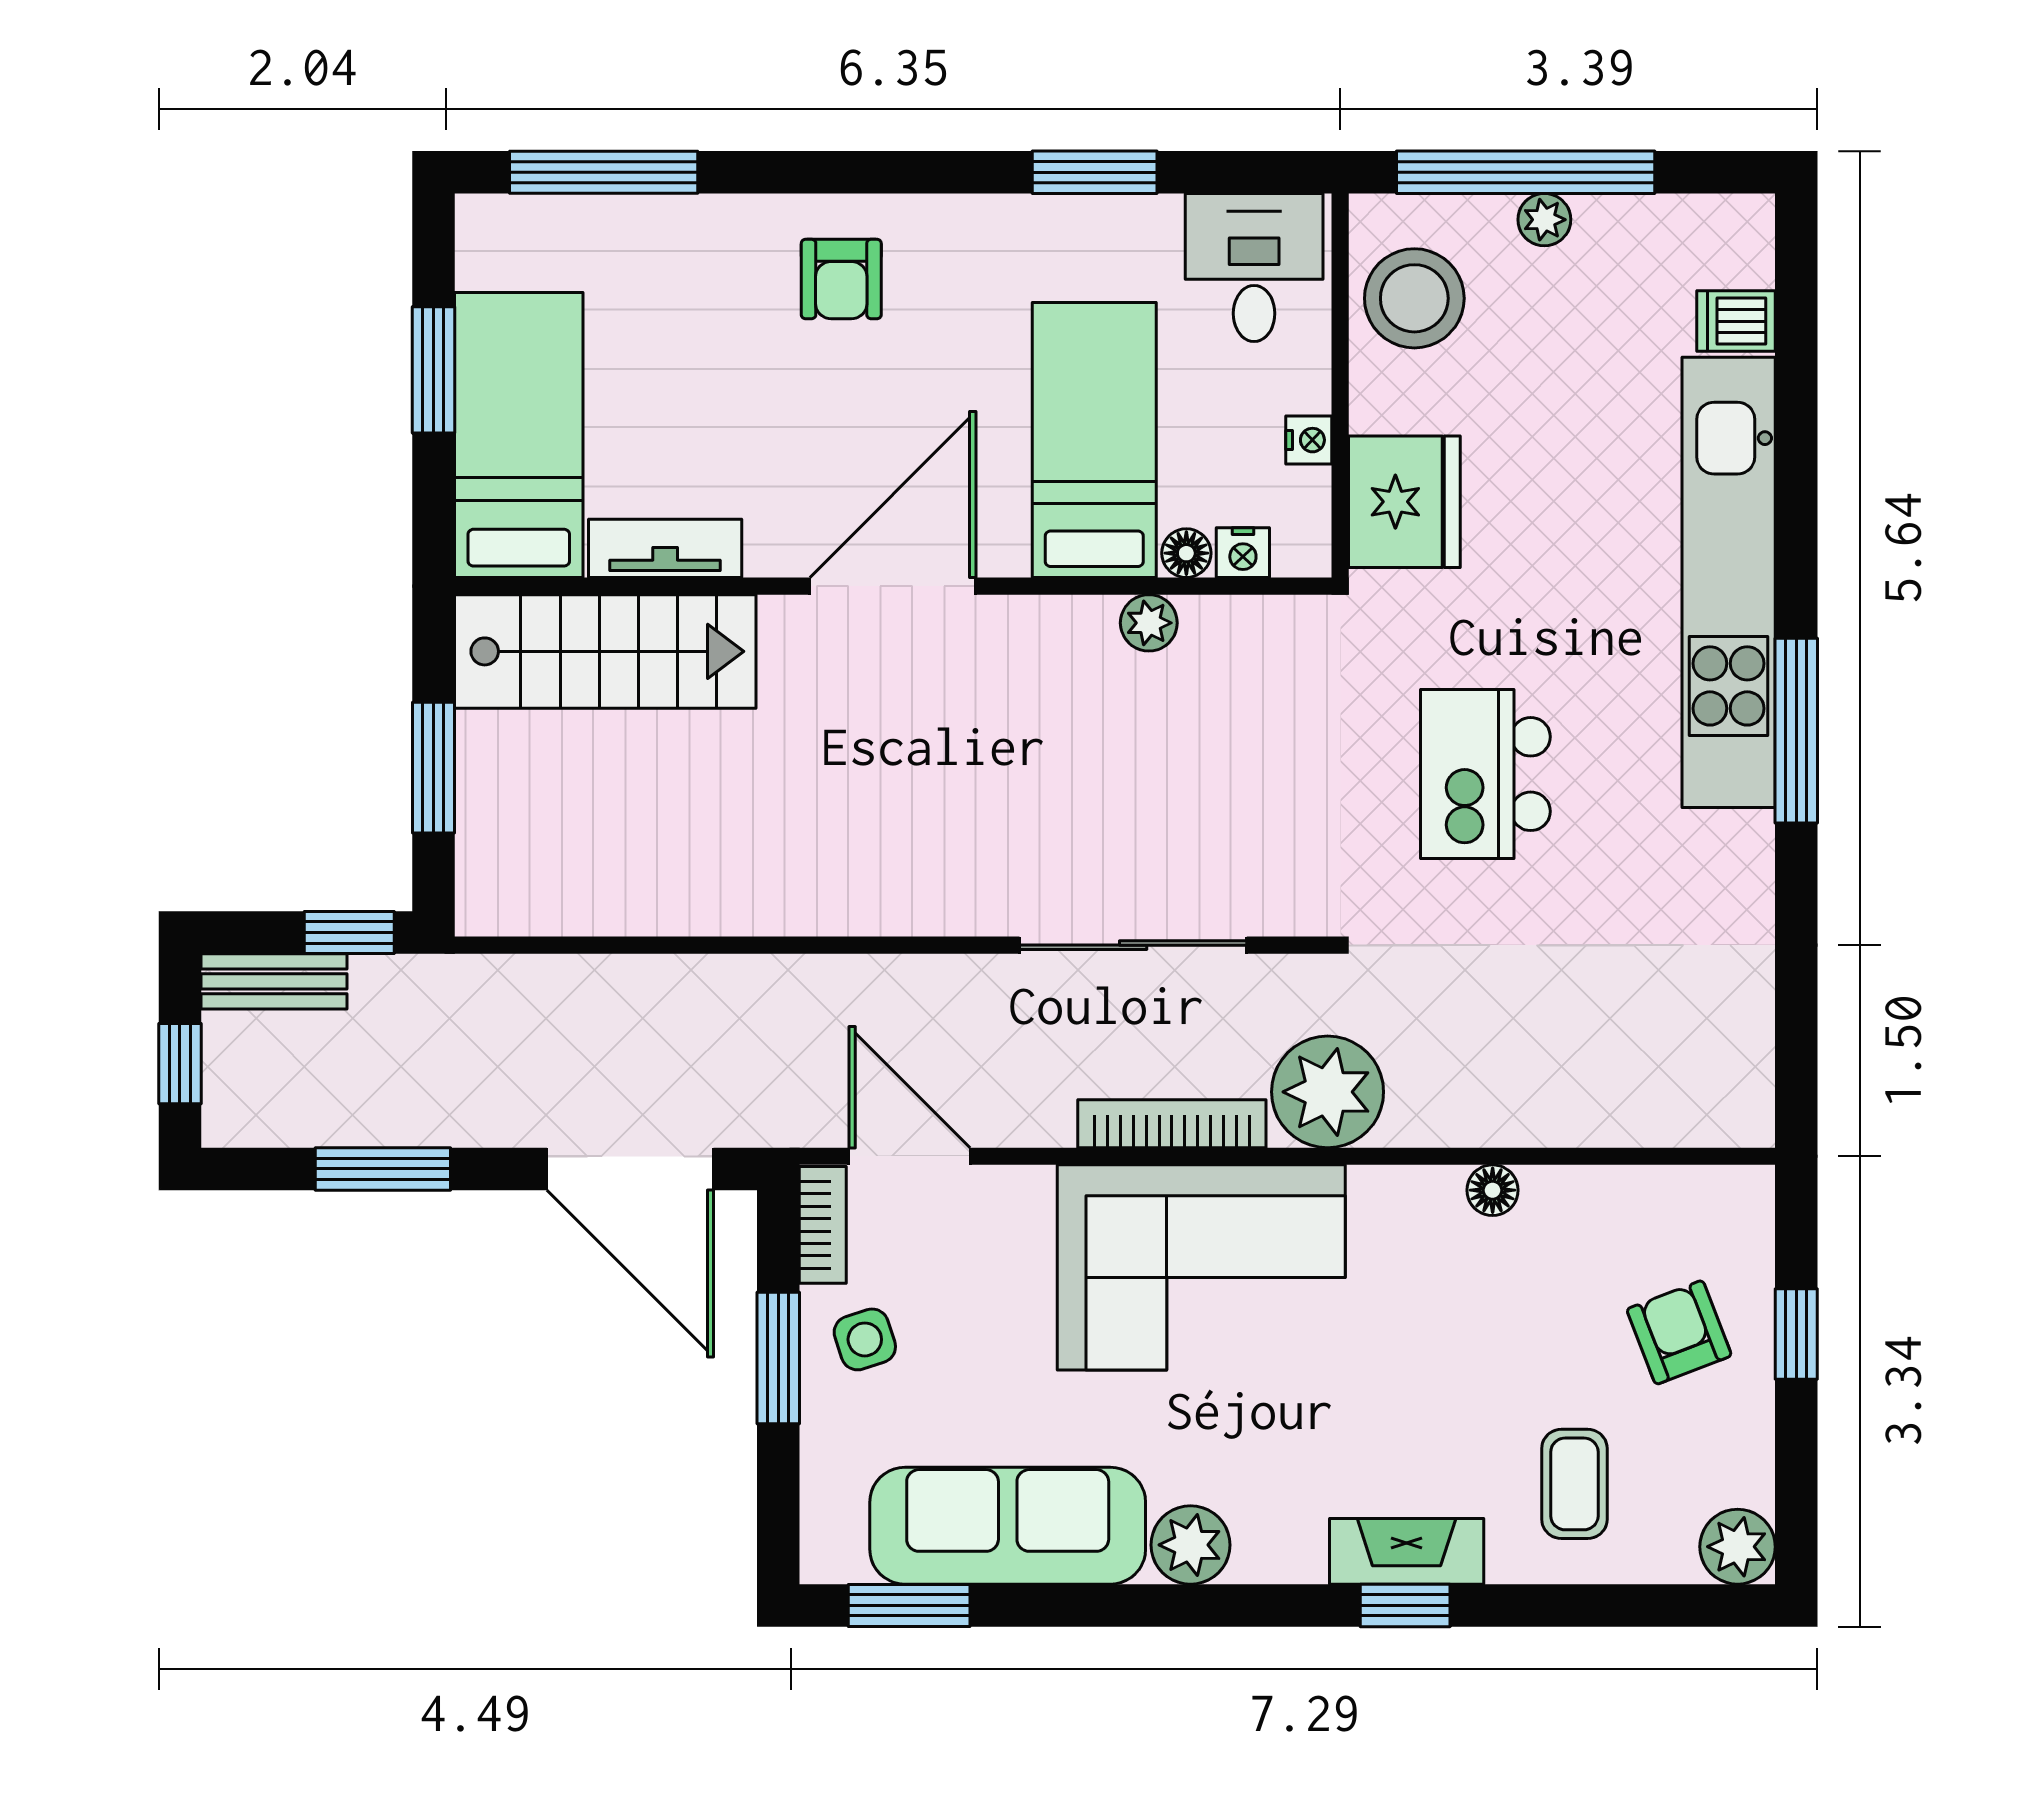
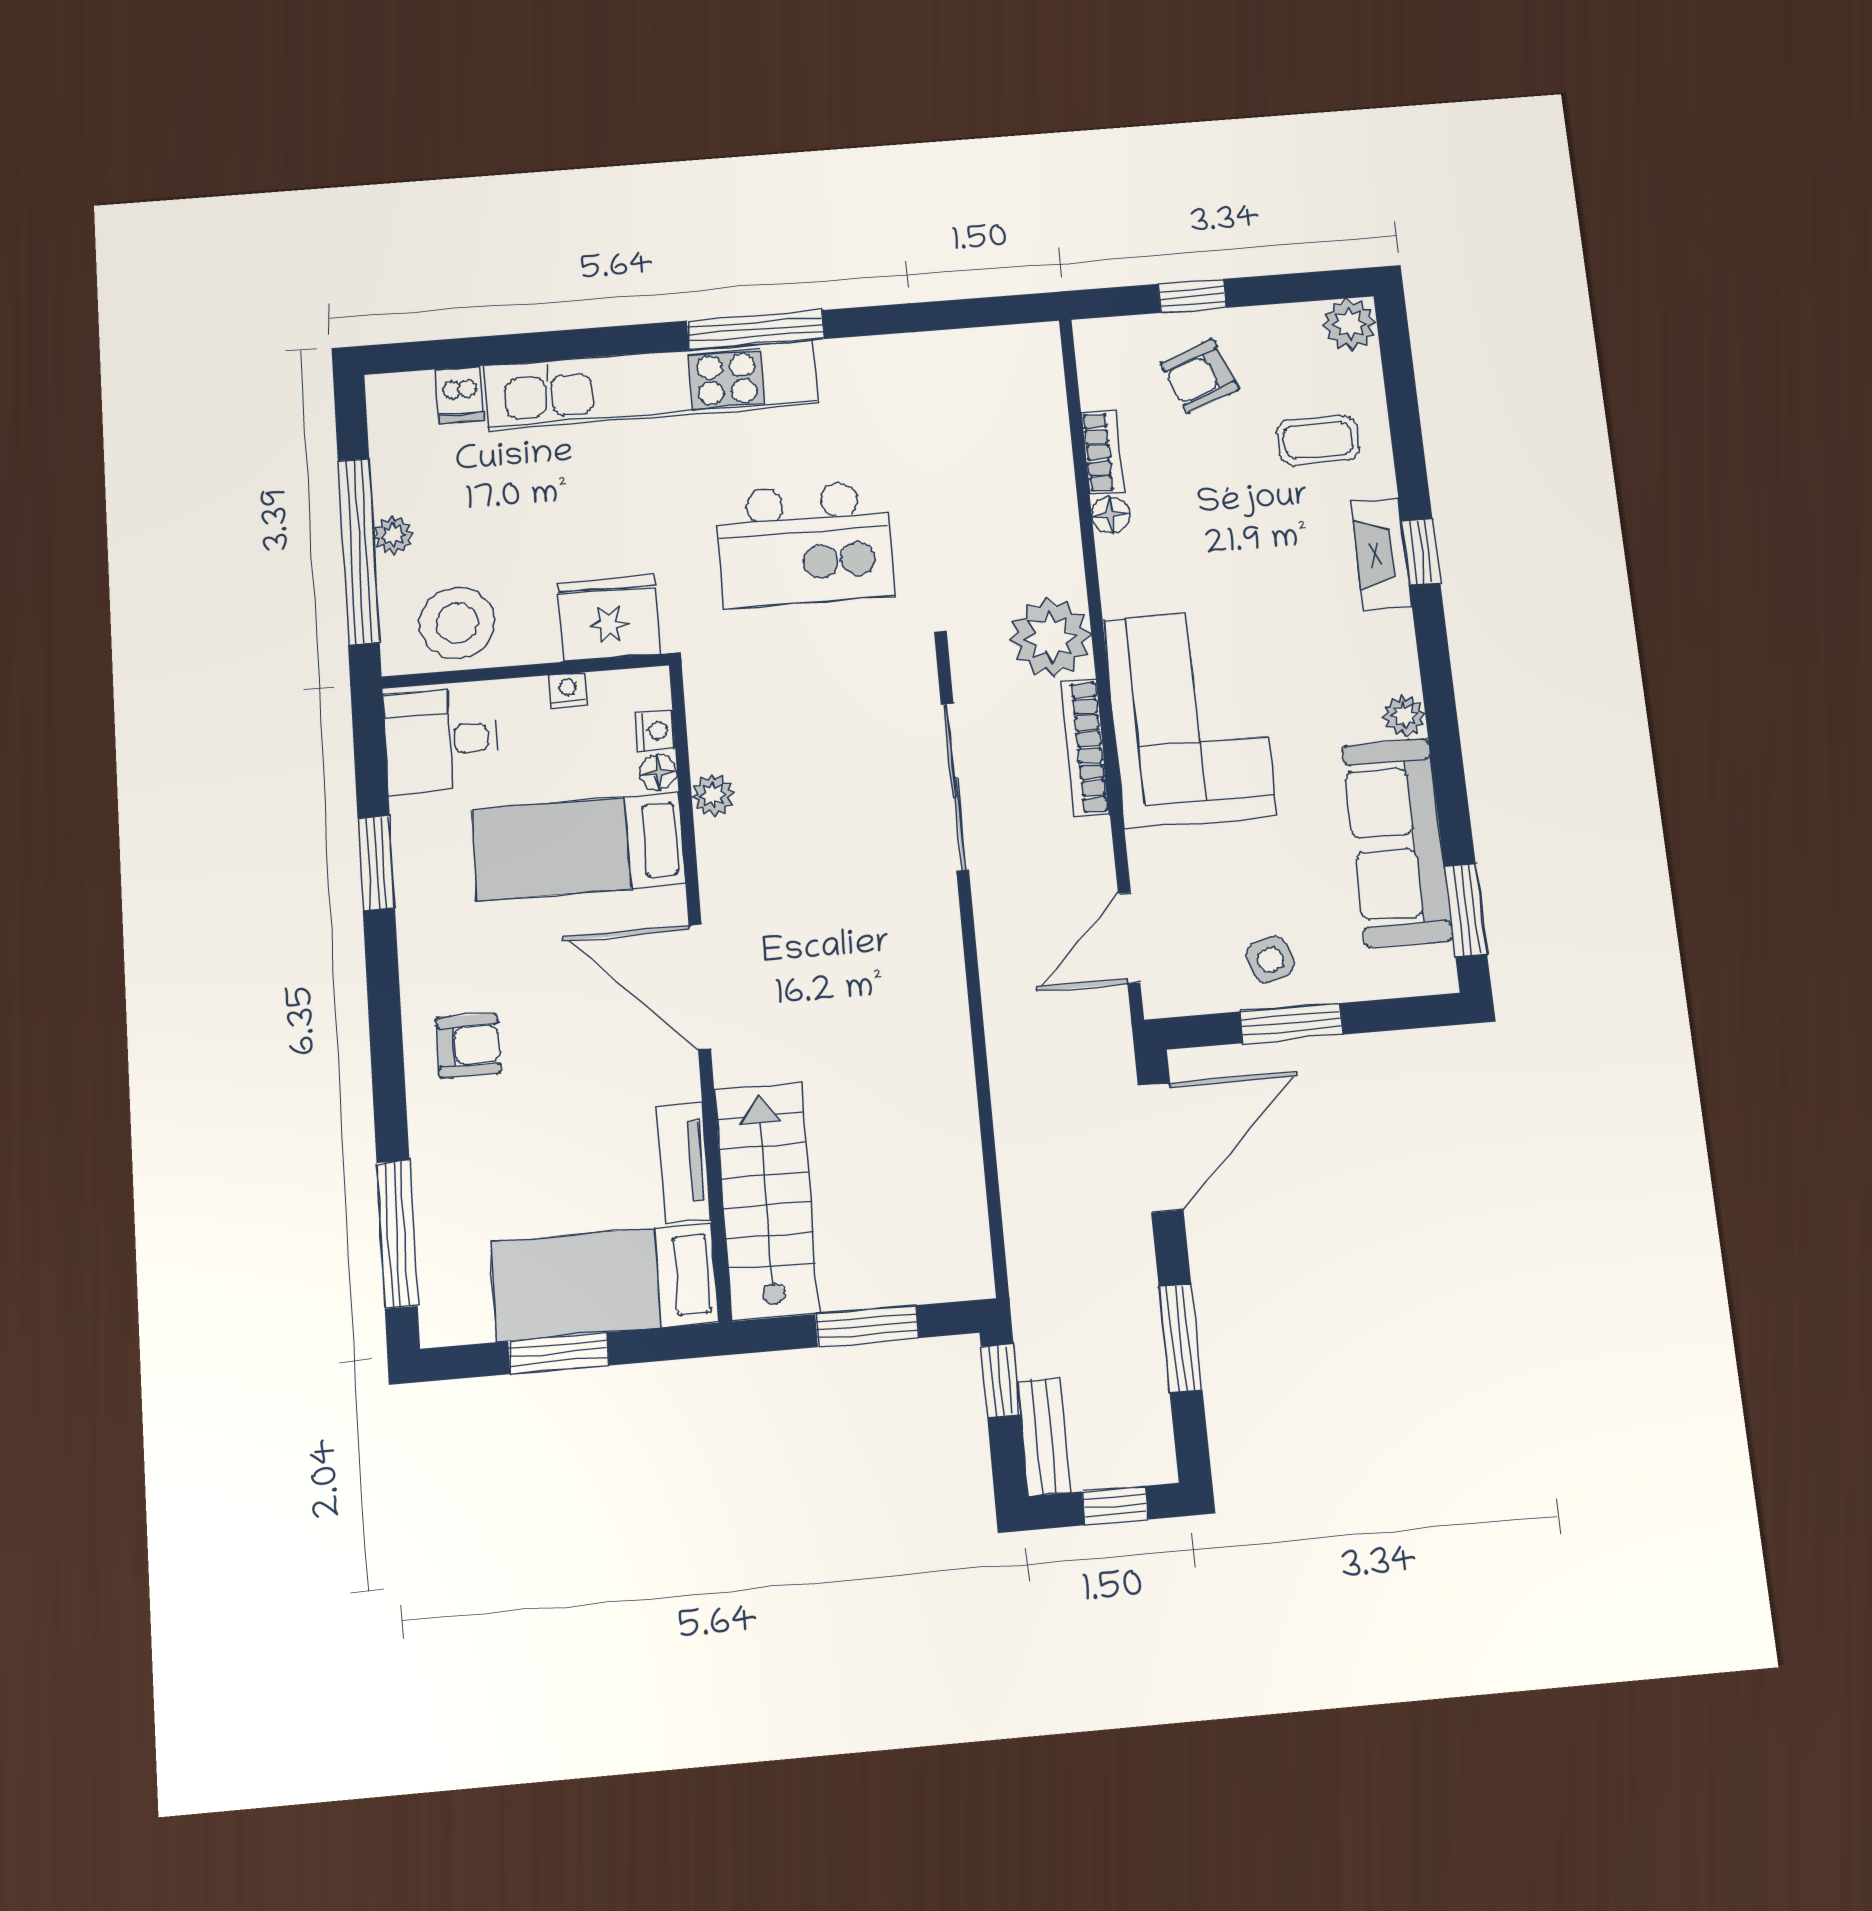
kitchen island: (1485, 774) -> (805, 544), width x1.37, depth x1.28
bookcase: (823, 1225) -> (1102, 452), moved, turned 90
plant: (1190, 1545) -> (1404, 716), width x0.73, depth x0.73

